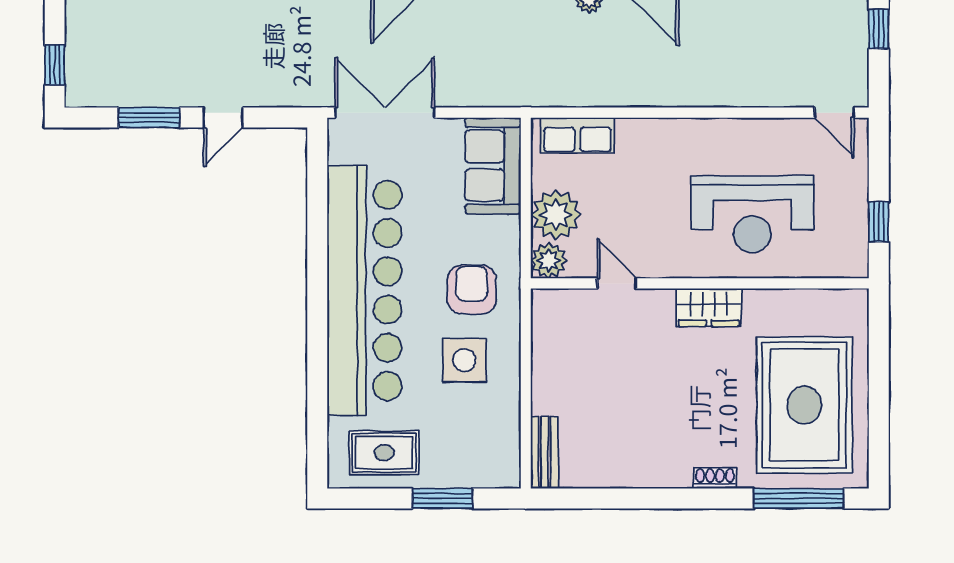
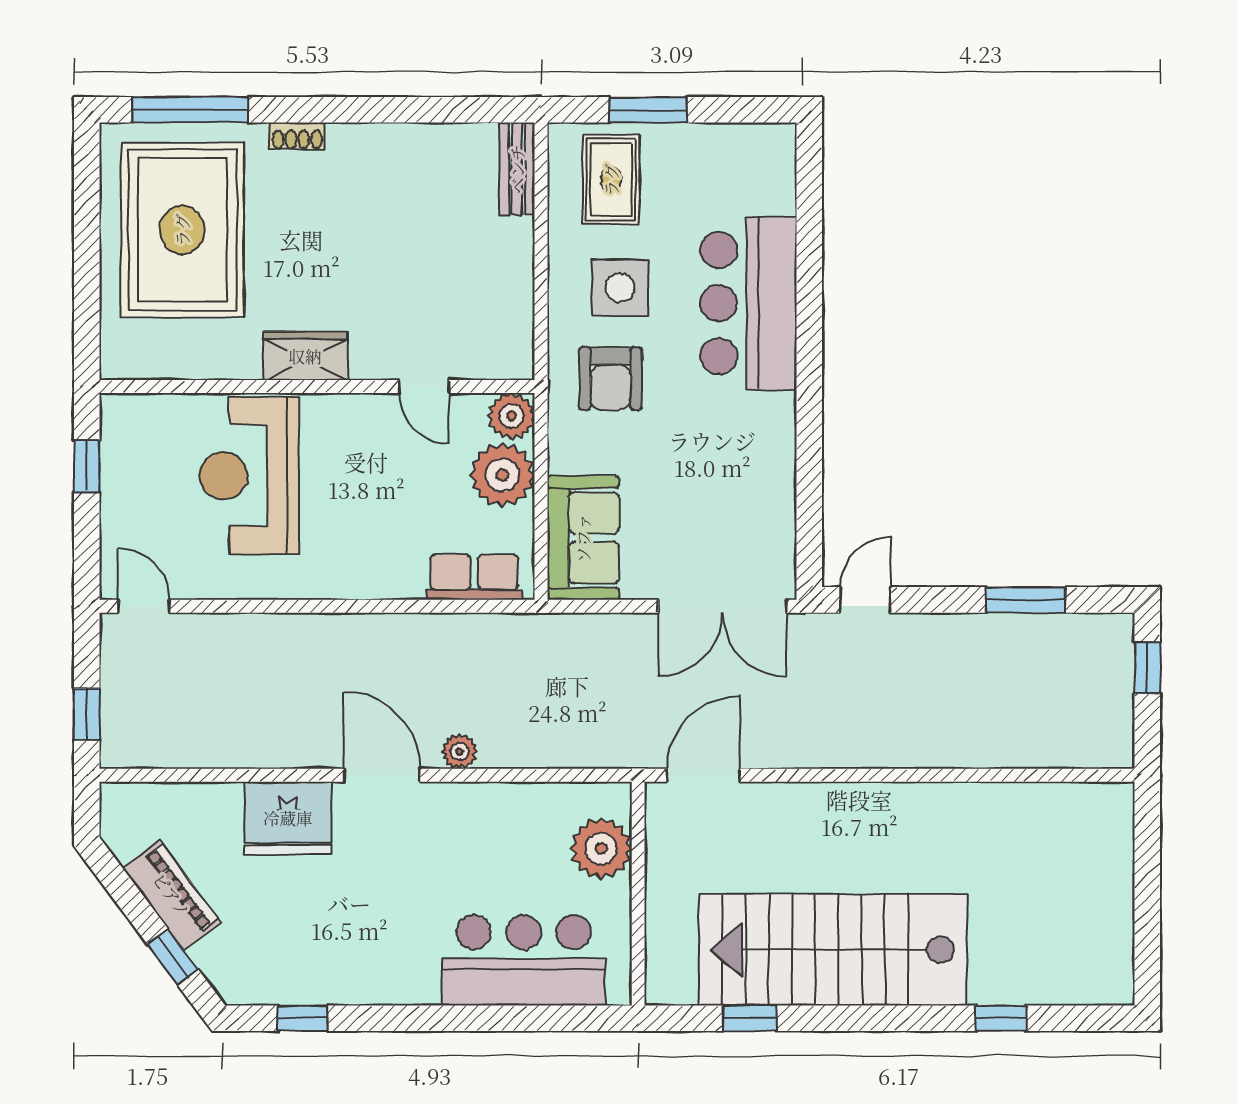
door: (223, 118) -> (866, 600), moved
reception desk: (752, 214) -> (249, 476), turned -90
bar counter: (364, 290) -> (749, 303), width x0.54
rug: (384, 453) -> (611, 180), moved, turned 90

